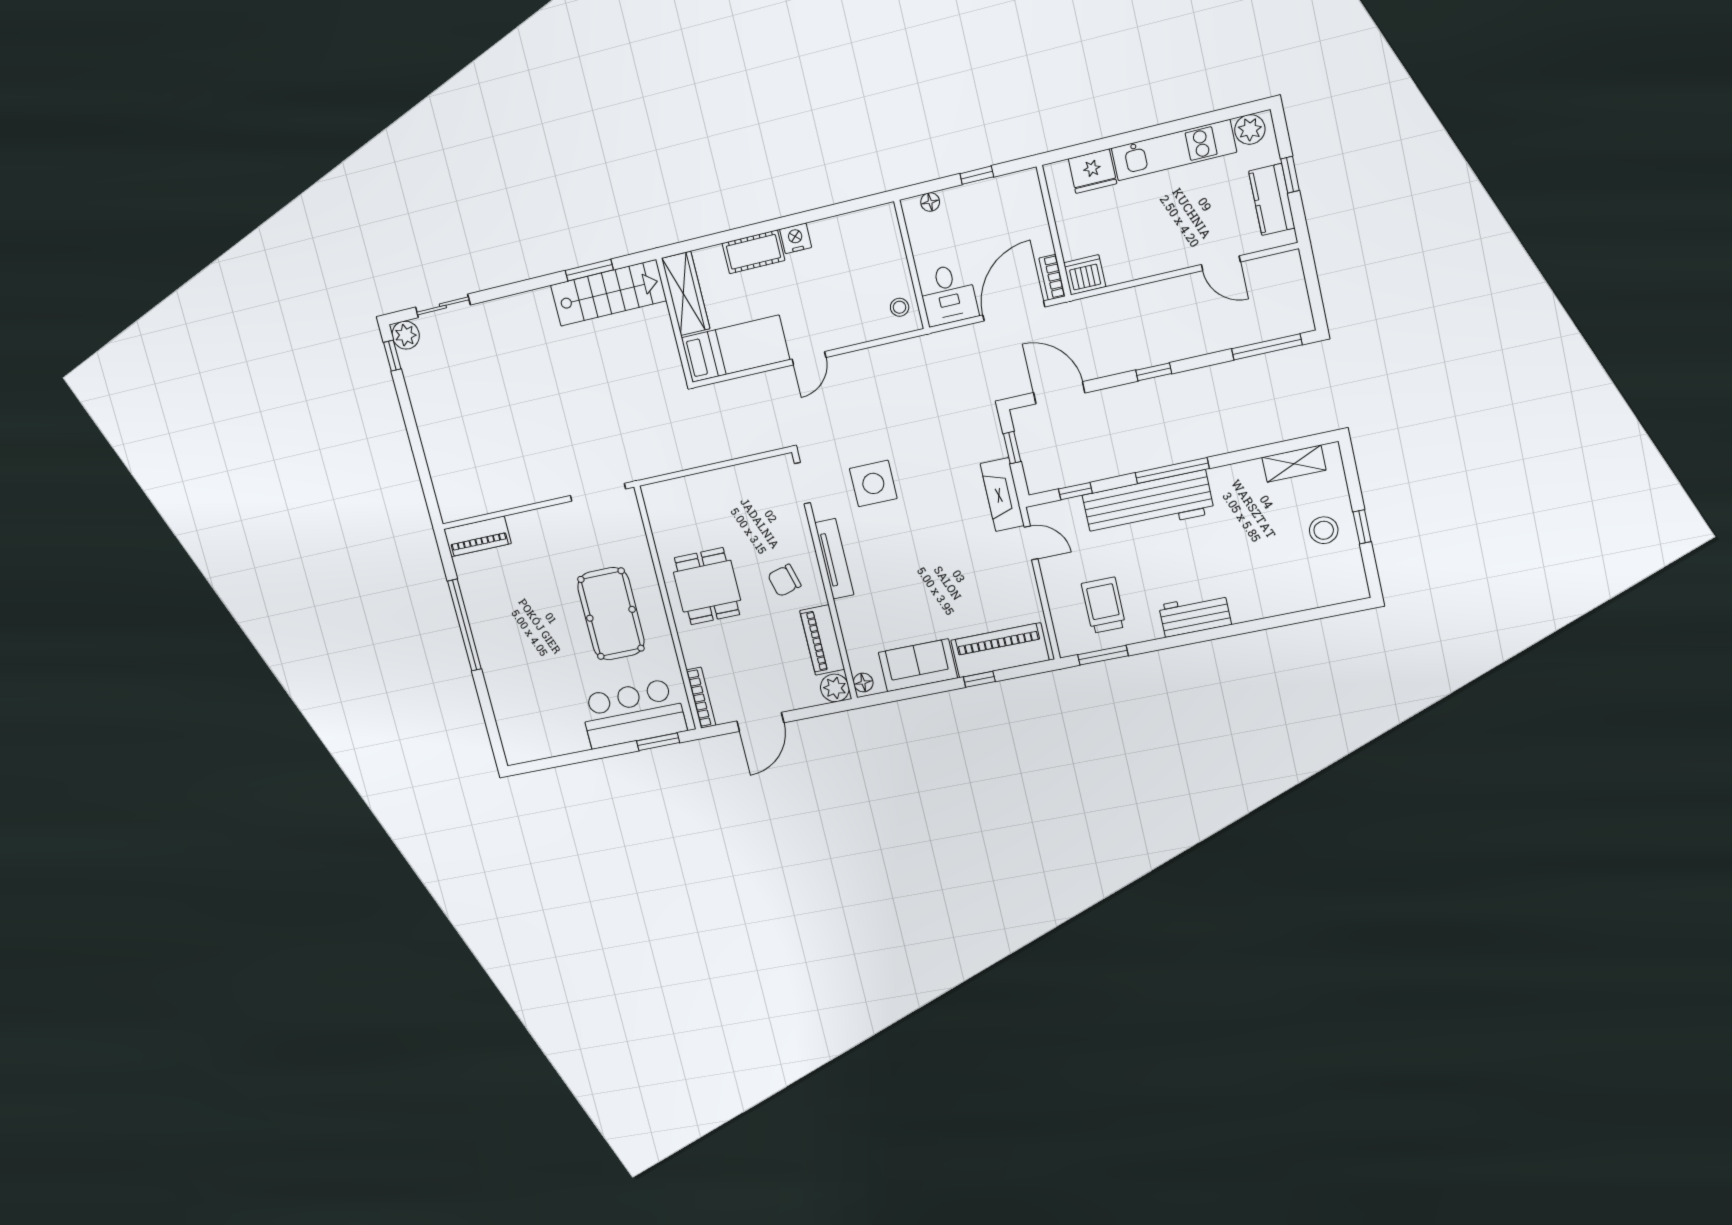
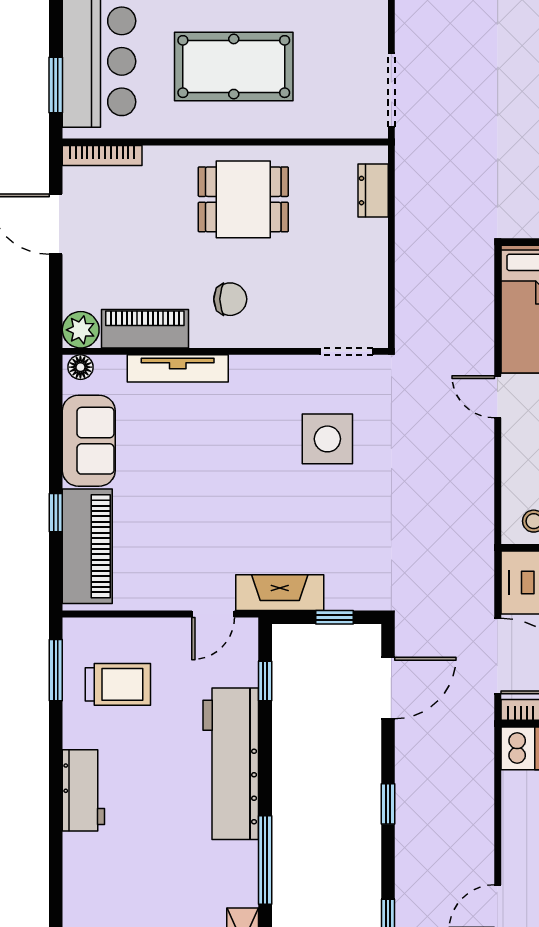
window: (1172, 471) -> (265, 860), moved
dresser: (676, 490) -> (373, 191), added
tv unit: (834, 559) -> (178, 368), moved
chair: (784, 580) -> (230, 299), turned 105

